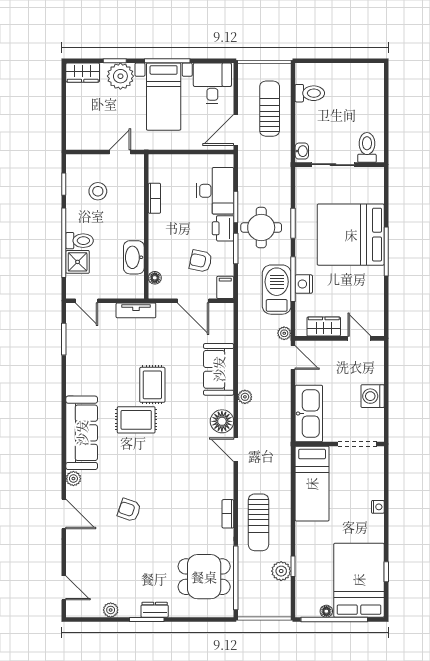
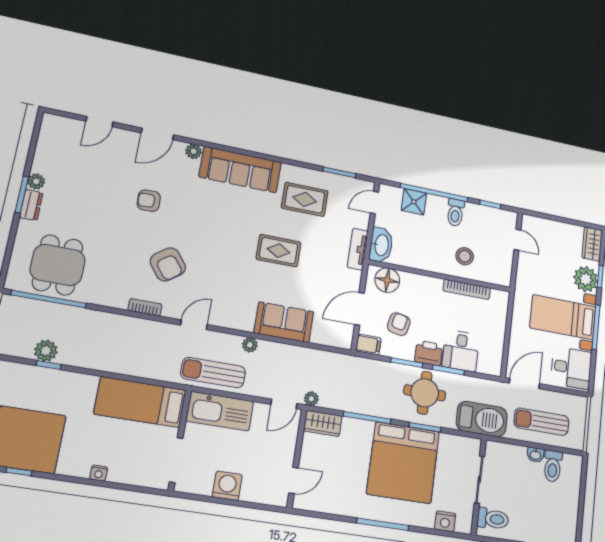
sun lounger: (270, 109) -> (542, 422), turned 180
door: (236, 130) -> (524, 383), hinge flipped
washbasin: (302, 151) -> (535, 455), moved
door: (120, 152) -> (517, 240), moved
stool: (98, 191) -> (465, 256), moved
desk: (215, 191) -> (461, 351), width x0.73
bookcase: (154, 198) -> (467, 289), width x1.56
bed: (351, 235) -> (403, 463), moved, turned 180
toilet: (80, 241) -> (455, 212), moved
washbasin: (134, 257) -> (381, 245), moved, turned 90
floor lamp: (155, 278) -> (387, 280), width x1.89, depth x1.89
nightstand: (304, 284) -> (445, 521), moved, turned 180
barbecue: (277, 290) -> (482, 419), moved
wardrobe: (324, 327) -> (323, 423), moved, turned 90
rug: (136, 420) -> (305, 199), moved, turned 90
floor lamp: (222, 421) -> (228, 316), removed
armchair: (185, 482) -> (168, 264), added
armchair: (129, 510) -> (149, 201), turned -111
bookcase: (228, 514) -> (145, 307), moved
sun lounger: (258, 522) -> (213, 373), moved
door: (64, 588) -> (99, 122), moved
plant: (111, 610) -> (36, 181), moved

